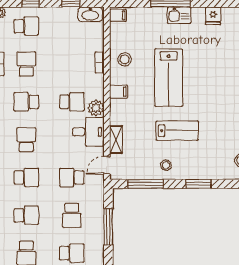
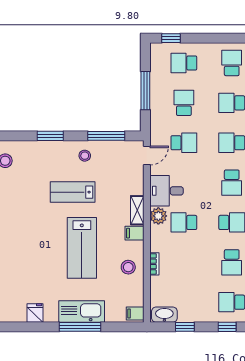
kitchen sink: (179, 15) -> (82, 312), width x1.88, depth x1.24
lab bench: (169, 78) -> (82, 248), turned 180
shelving: (116, 140) -> (137, 210), moved

